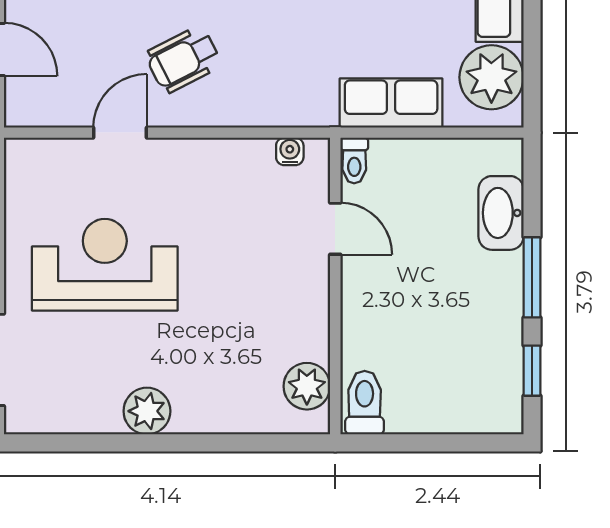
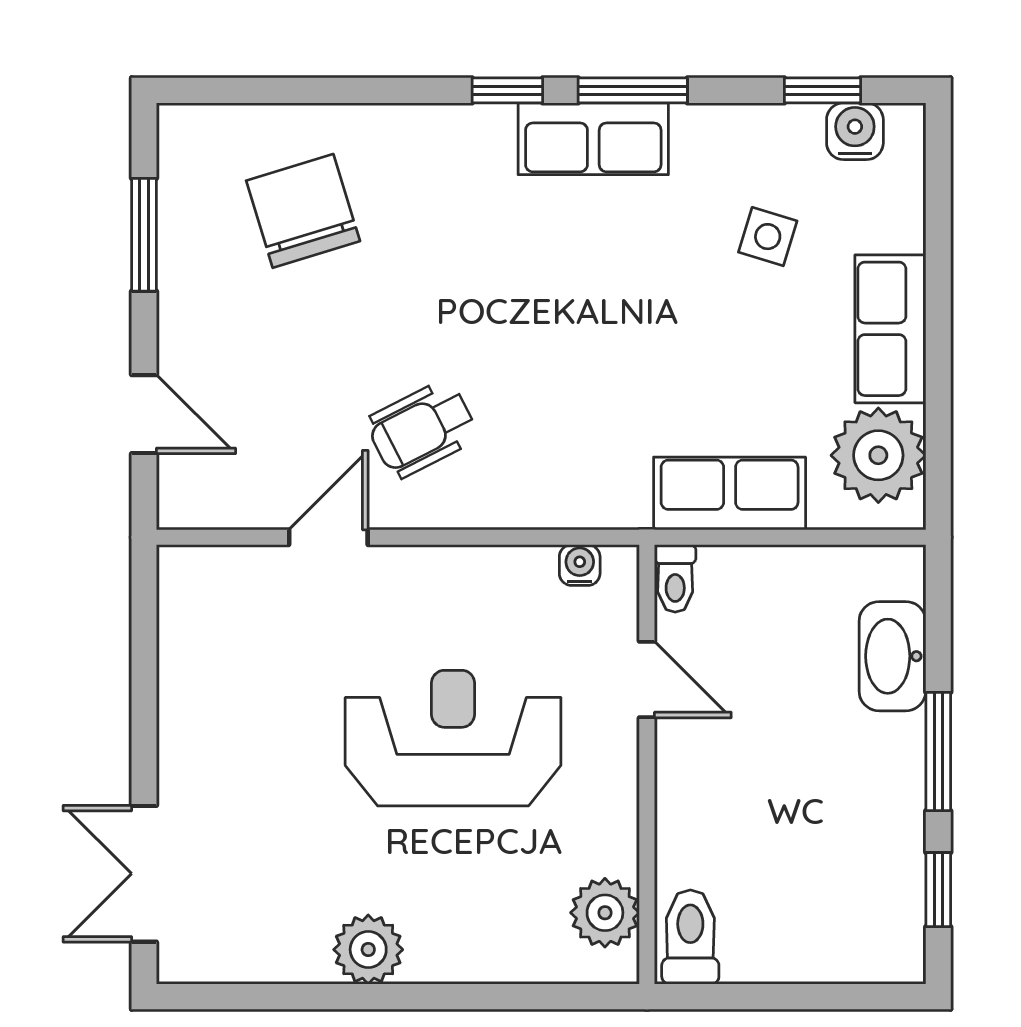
reception desk: (105, 265) -> (453, 738), moved

